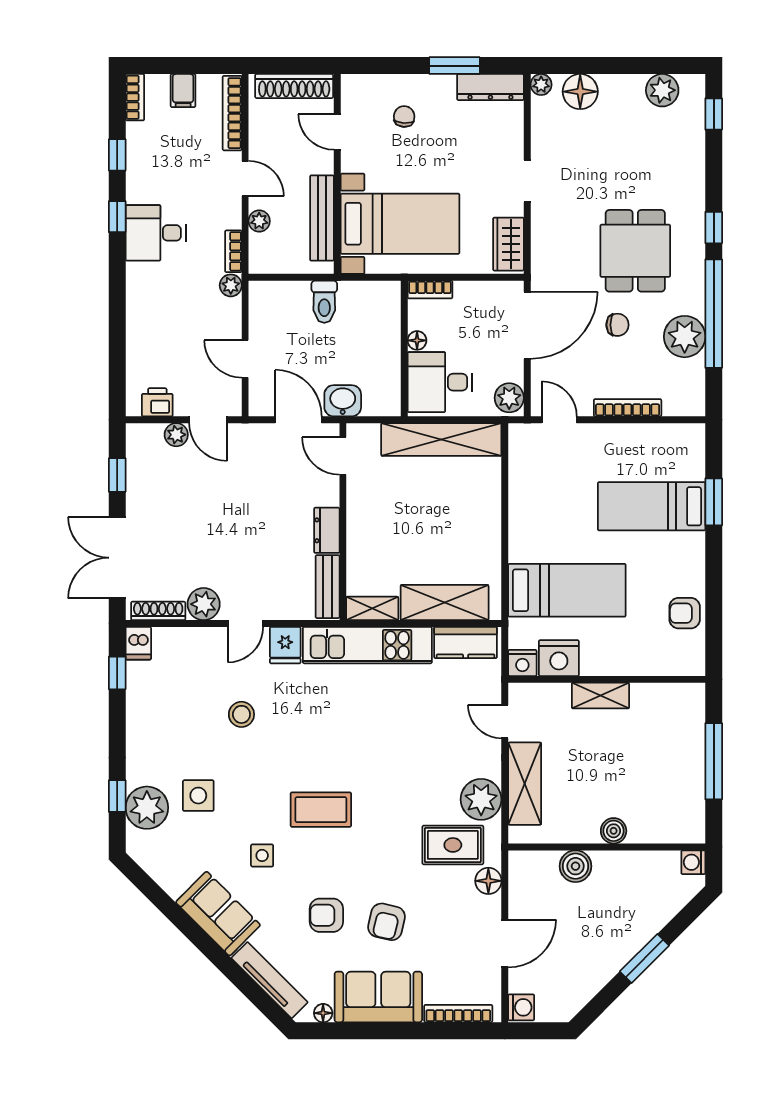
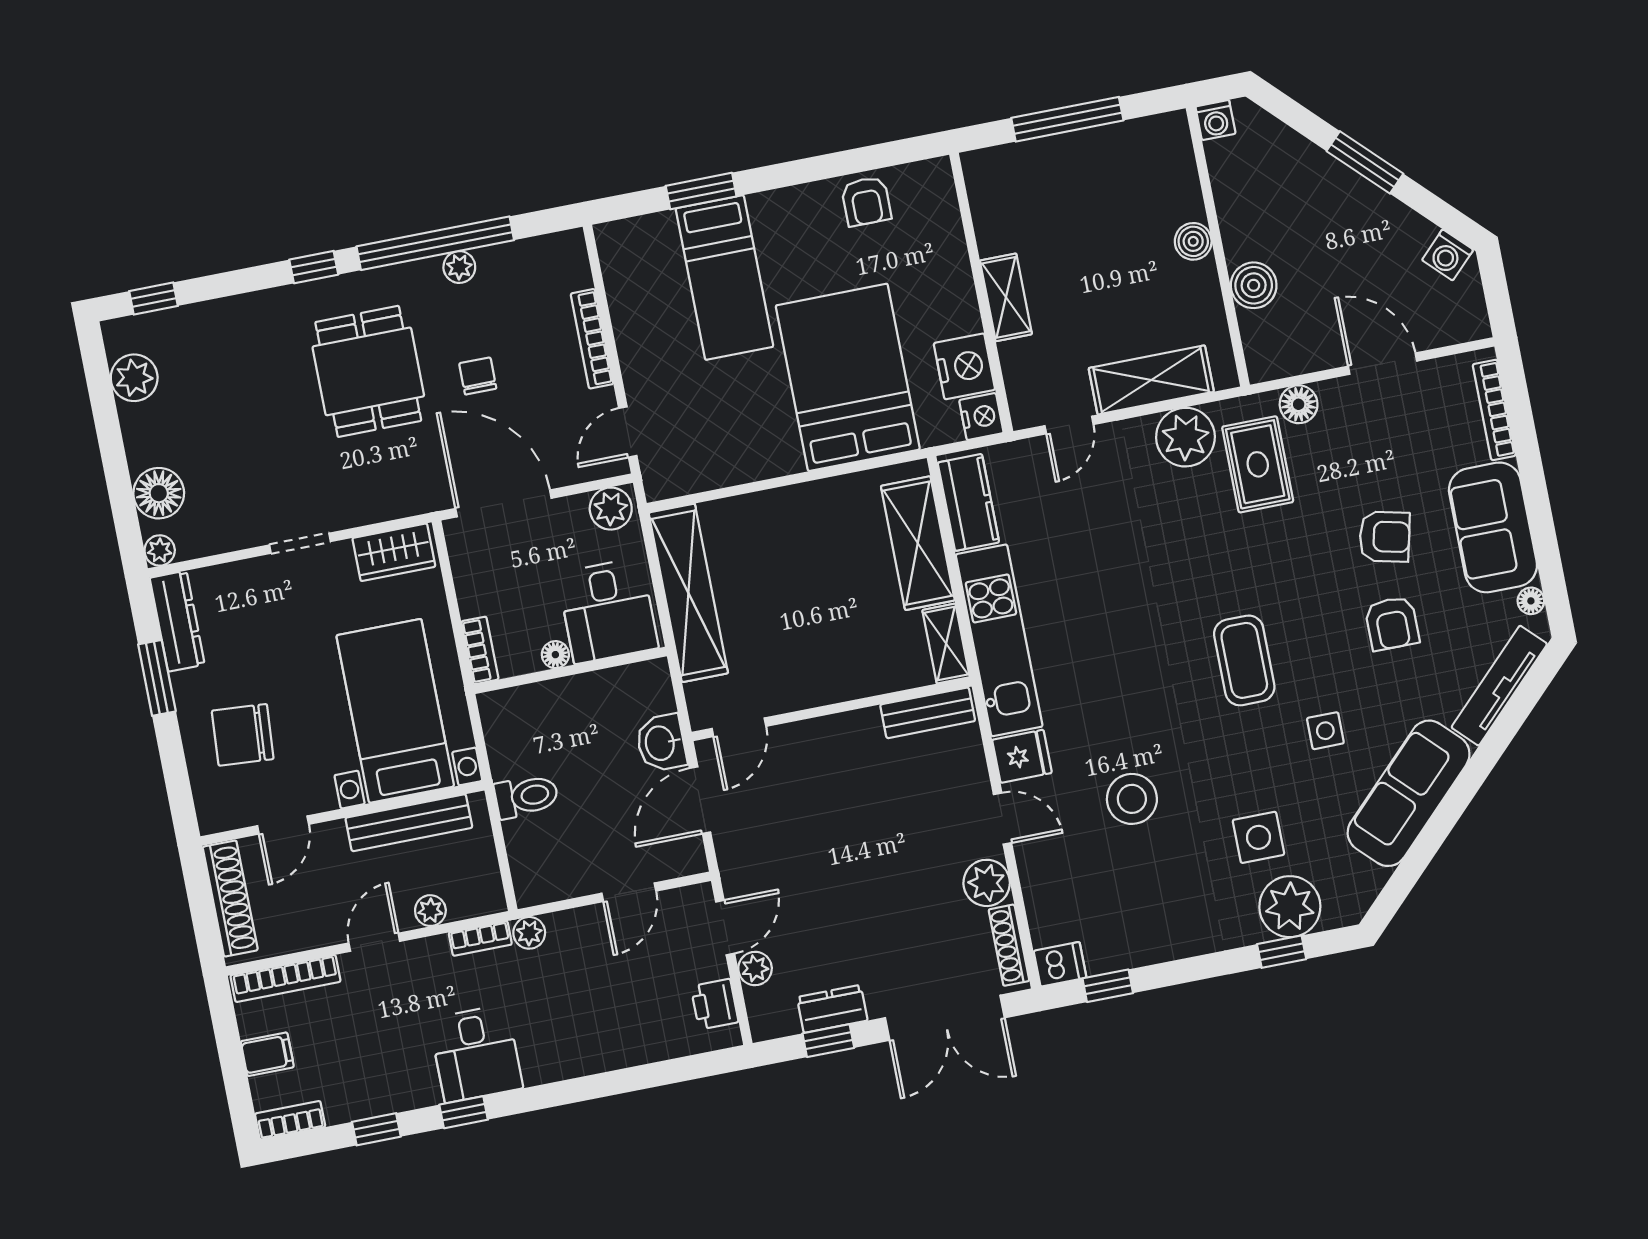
chair: (404, 116) -> (243, 735), width x1.87, depth x1.87
dining table: (635, 251) -> (368, 371), turned 90
plant: (685, 337) -> (459, 267), width x0.53, depth x0.53
dresser: (327, 530) -> (832, 1009), moved, turned 180
bed: (567, 590) -> (848, 377), width x1.50
stool: (241, 714) -> (1132, 799), width x1.38, depth x1.38
sofa: (218, 914) -> (1409, 793), width x1.36
washing machine: (521, 1007) -> (1448, 255), moved, turned -135

